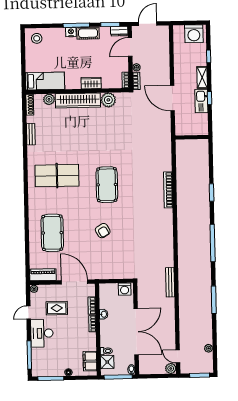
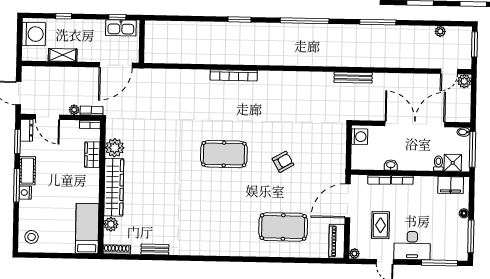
shelving: (202, 77) -> (63, 55), moved
wardrobe: (91, 83) -> (92, 155), moved
wall: (192, 137) -> (142, 42), moved
table tennis table: (57, 176) -> (210, 218), removed

